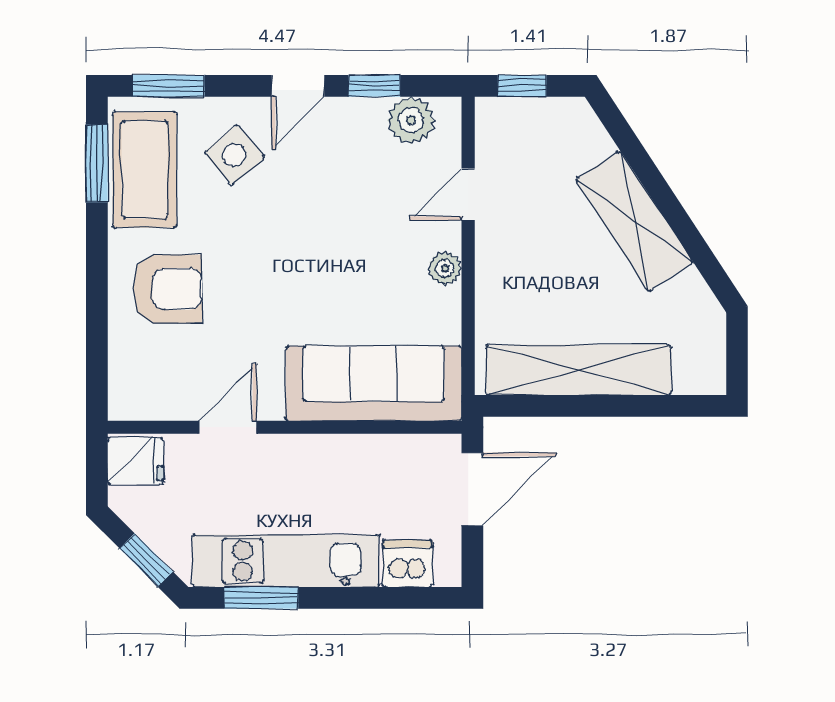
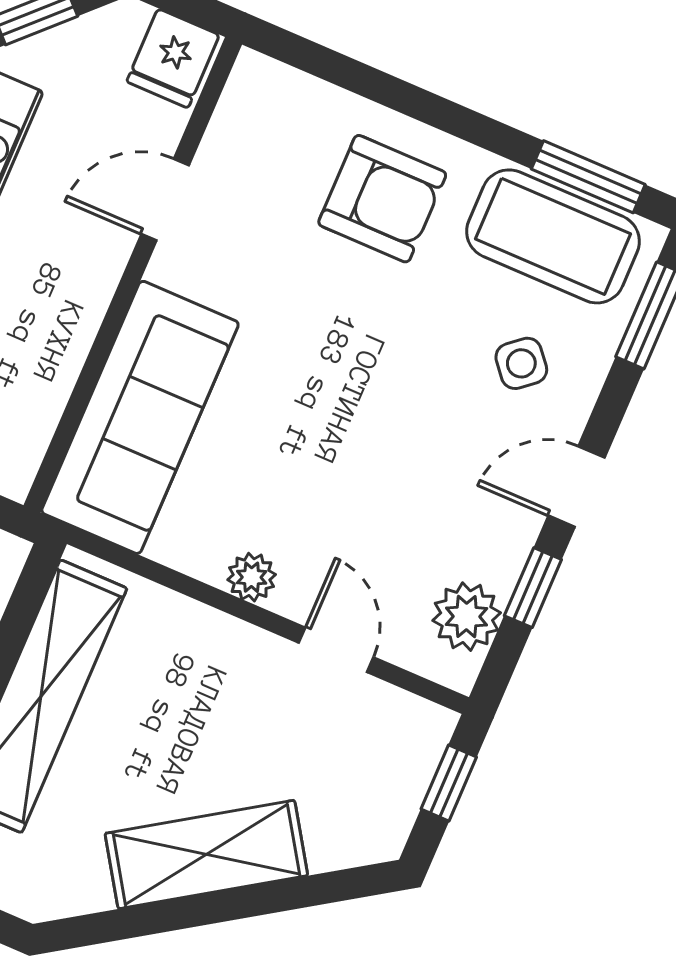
door: (298, 86) -> (576, 487), hinge flipped
side table: (234, 155) -> (521, 363), width x0.73, depth x0.73
armchair: (167, 289) -> (382, 199), turned -90
door: (228, 427) -> (165, 200), swing flipped

